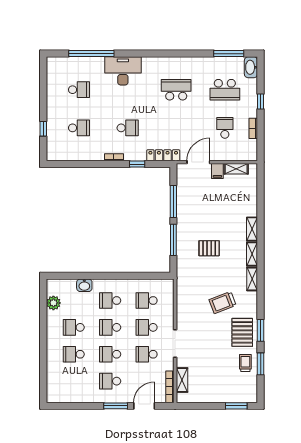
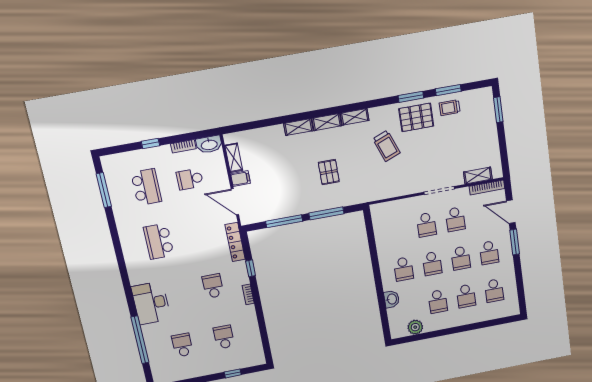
washbasin: (251, 67) -> (209, 144), moved
school desk: (147, 301) -> (494, 291), moved

